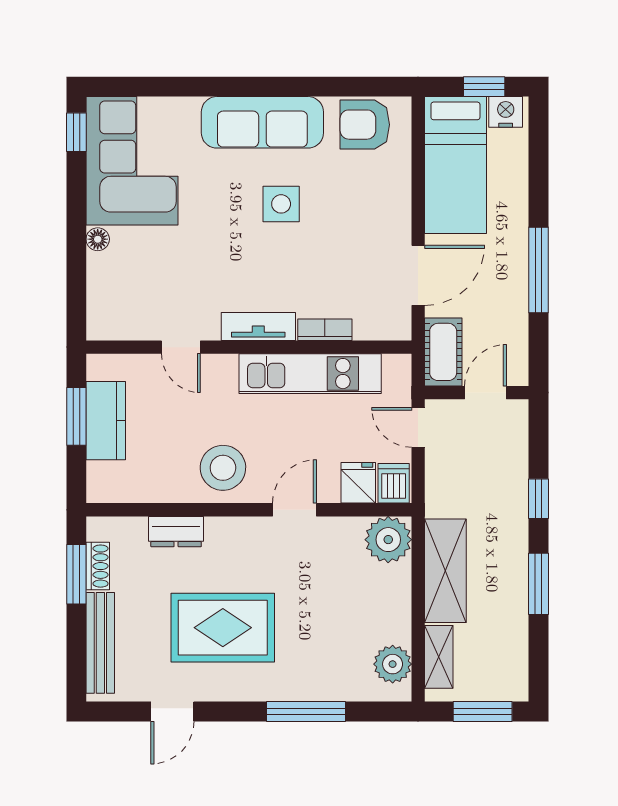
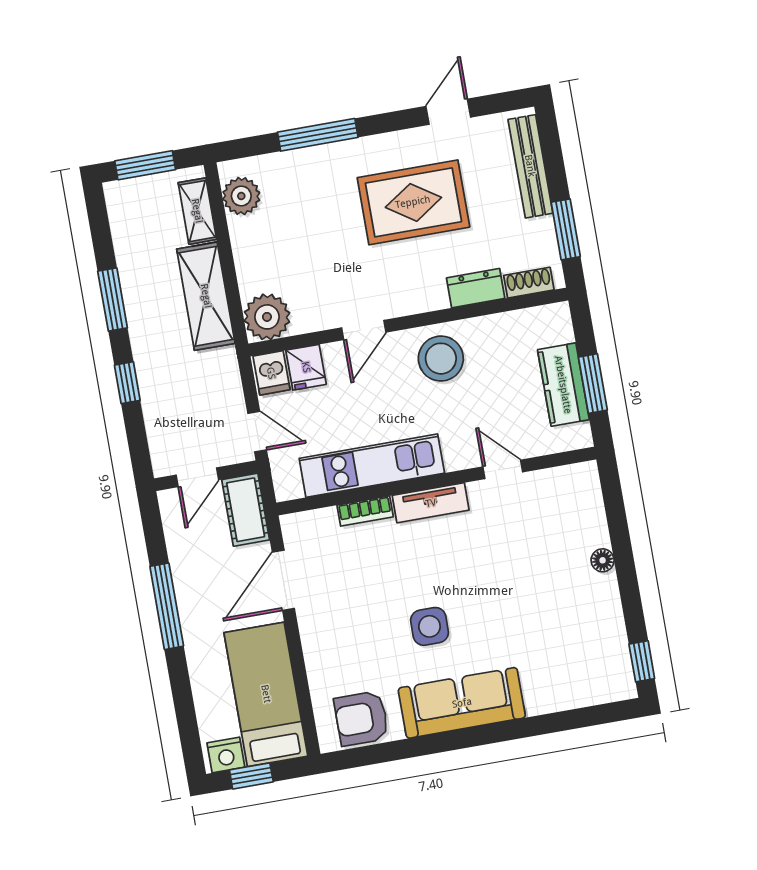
armchair: (365, 125) -> (361, 718), turned 180
corner sofa: (132, 161) -> (583, 643), removed
shoe rack: (98, 566) -> (529, 283), moved, turned 90

